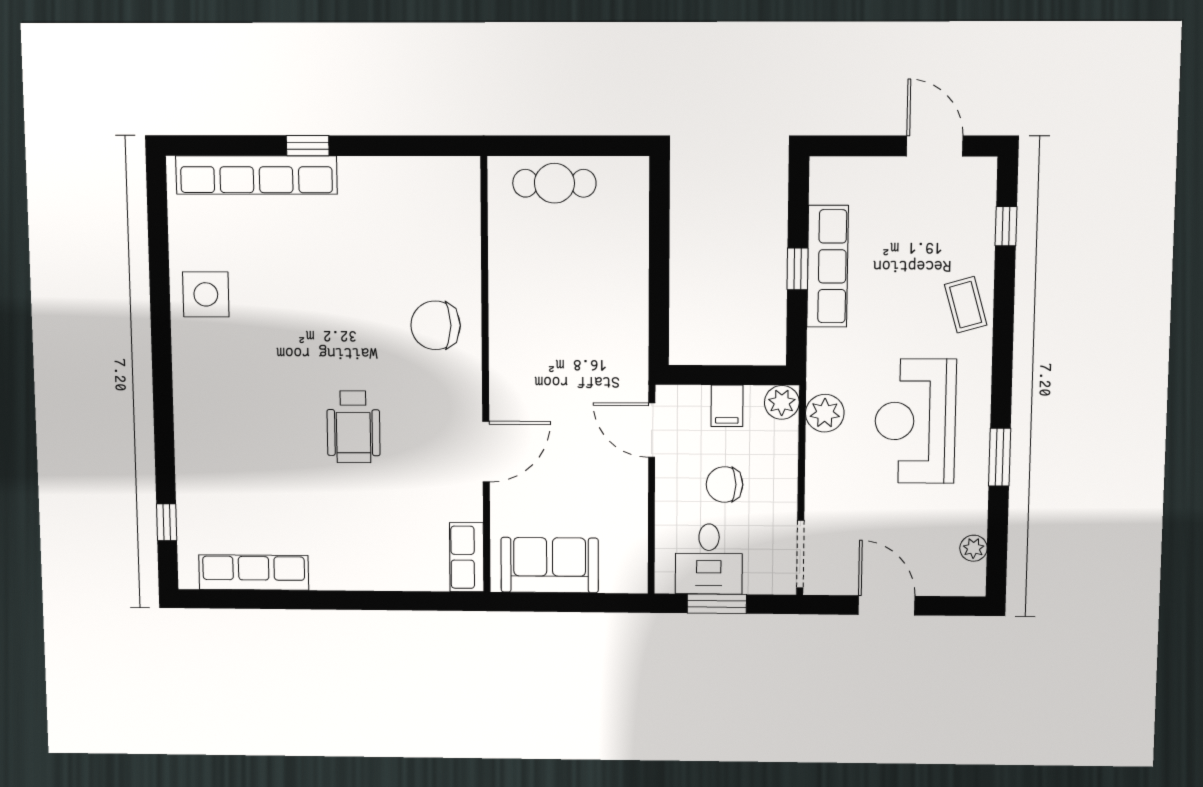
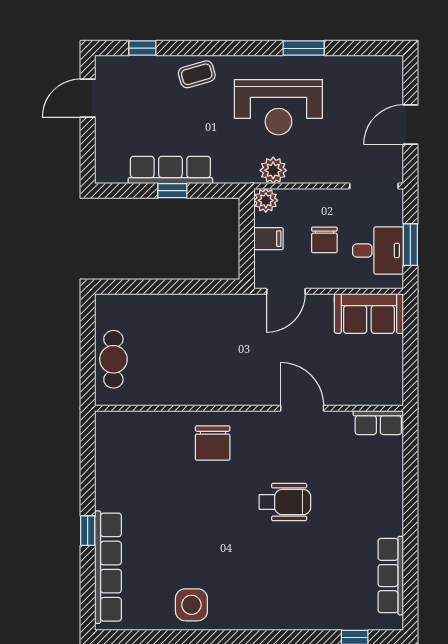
plant: (974, 548) -> (369, 64), removed
sofa: (550, 565) -> (369, 314), moved, turned -90

